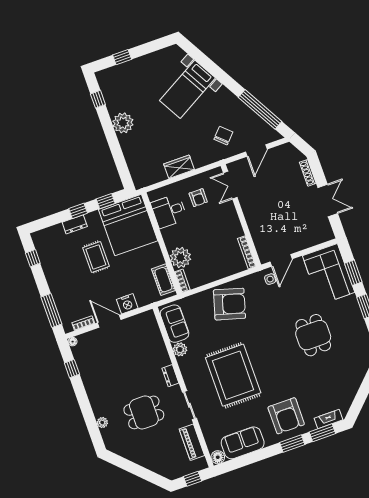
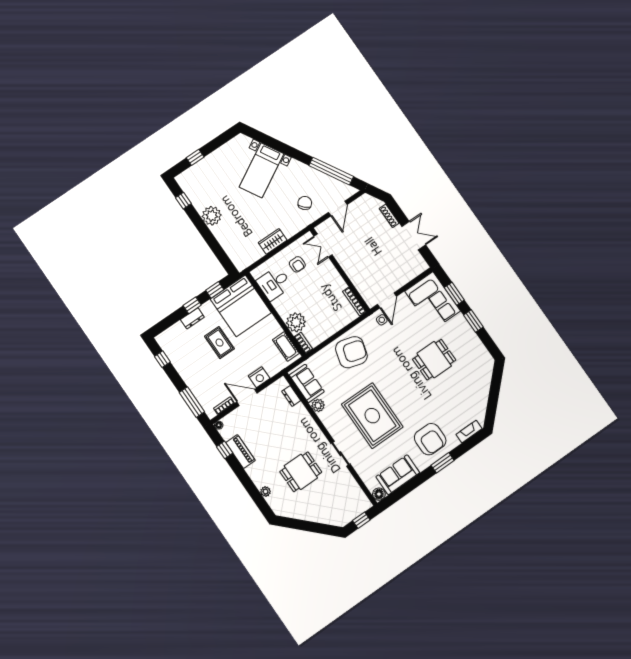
dining table: (313, 335) -> (434, 360), turned 90
dresser: (170, 376) -> (291, 396), moved
window: (322, 433) -> (467, 446), removed
piano: (192, 442) -> (240, 452), moved, turned 180

